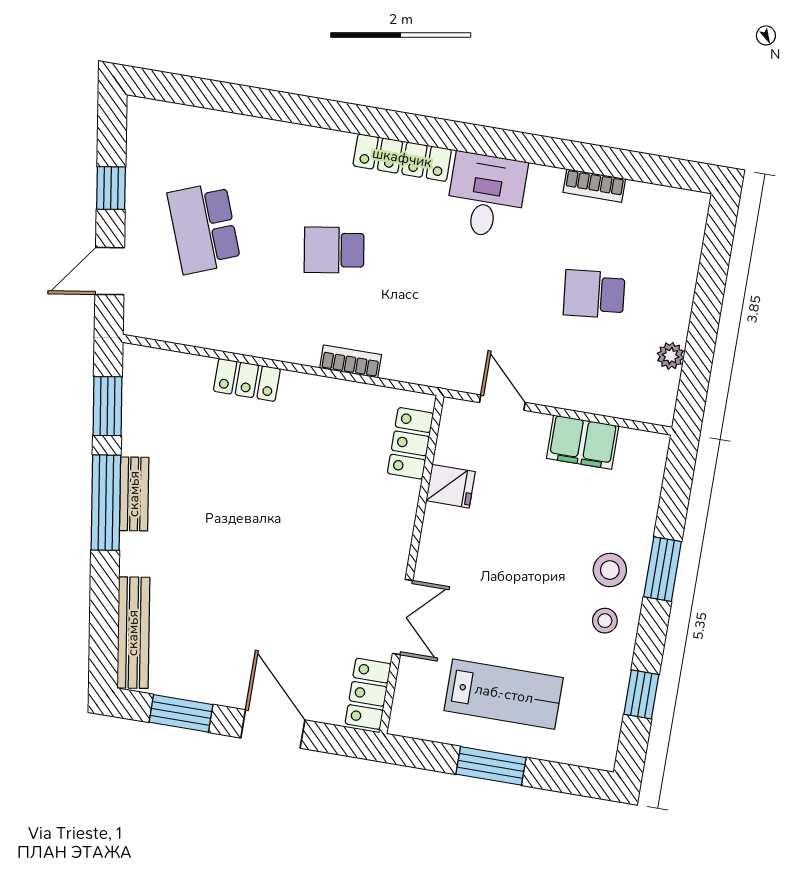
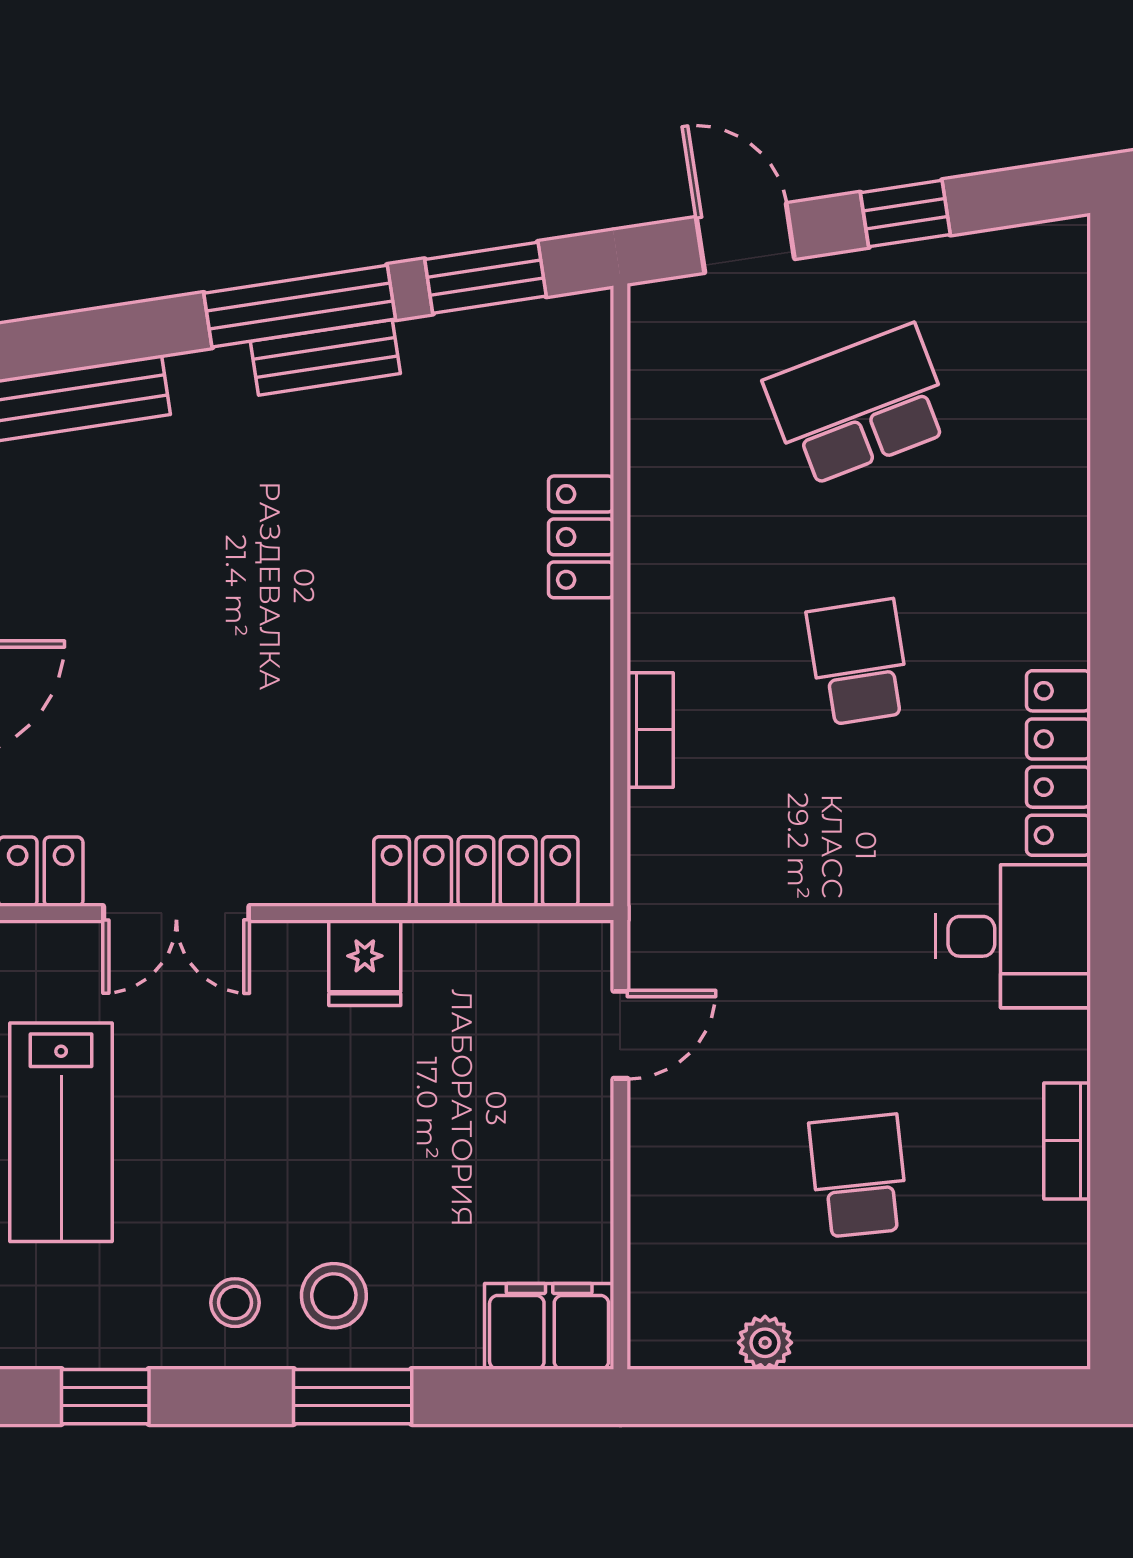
filing cabinet: (583, 442) -> (549, 1326), moved, turned 90
locker: (410, 443) -> (476, 871), width x1.53
fridge: (451, 486) -> (365, 963), moved

